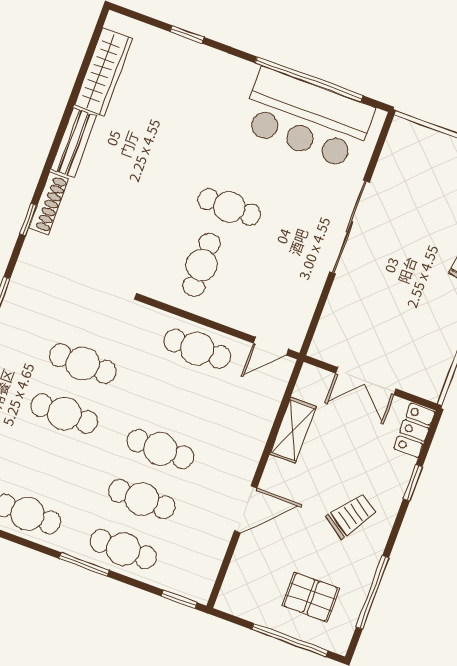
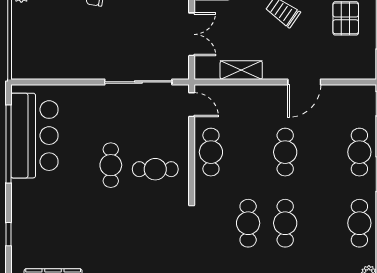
sliding door: (349, 227) -> (138, 82), moved
cafe table: (142, 499) -> (322, 152), removed
door: (246, 509) -> (304, 82), swing flipped

